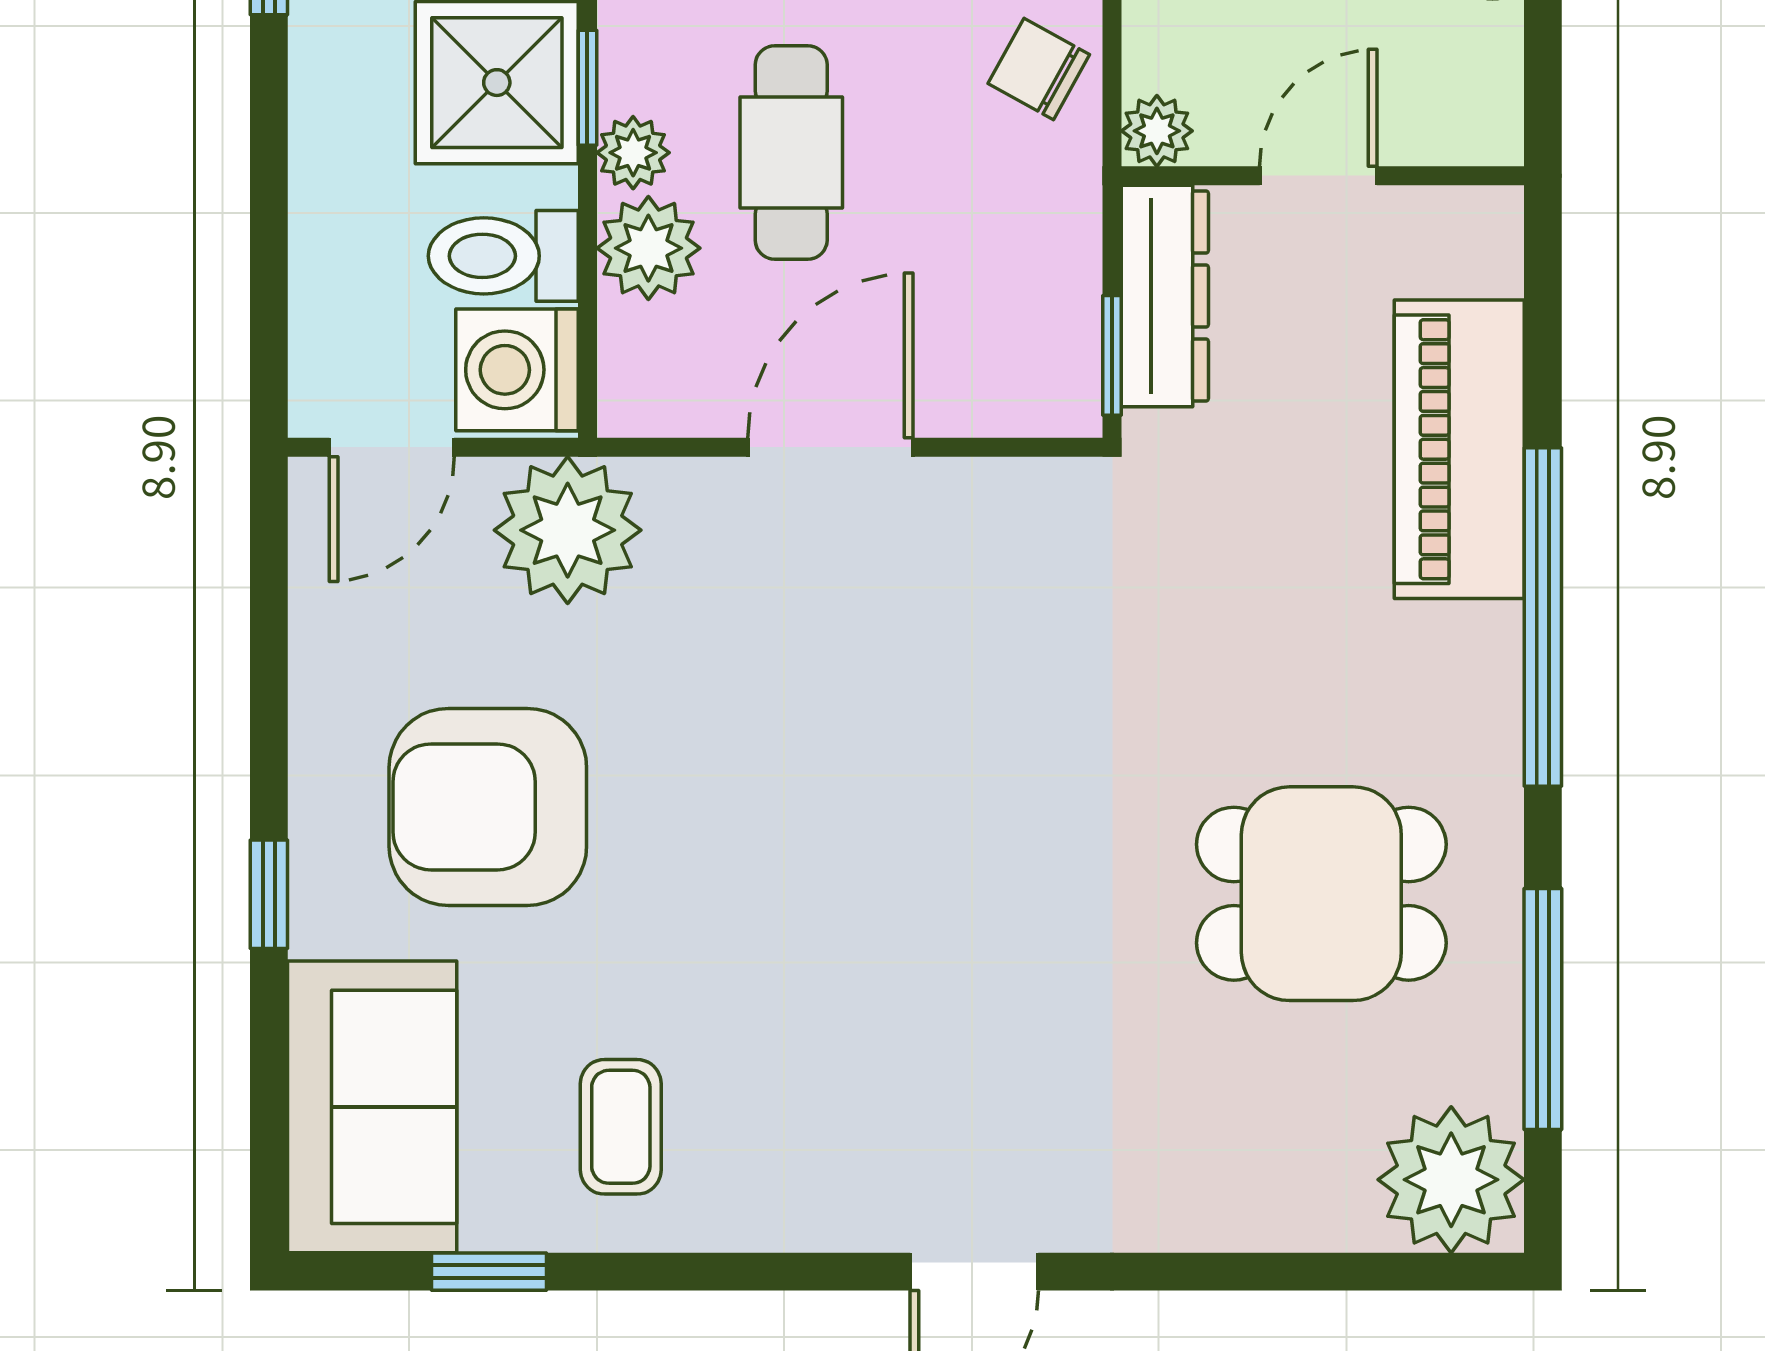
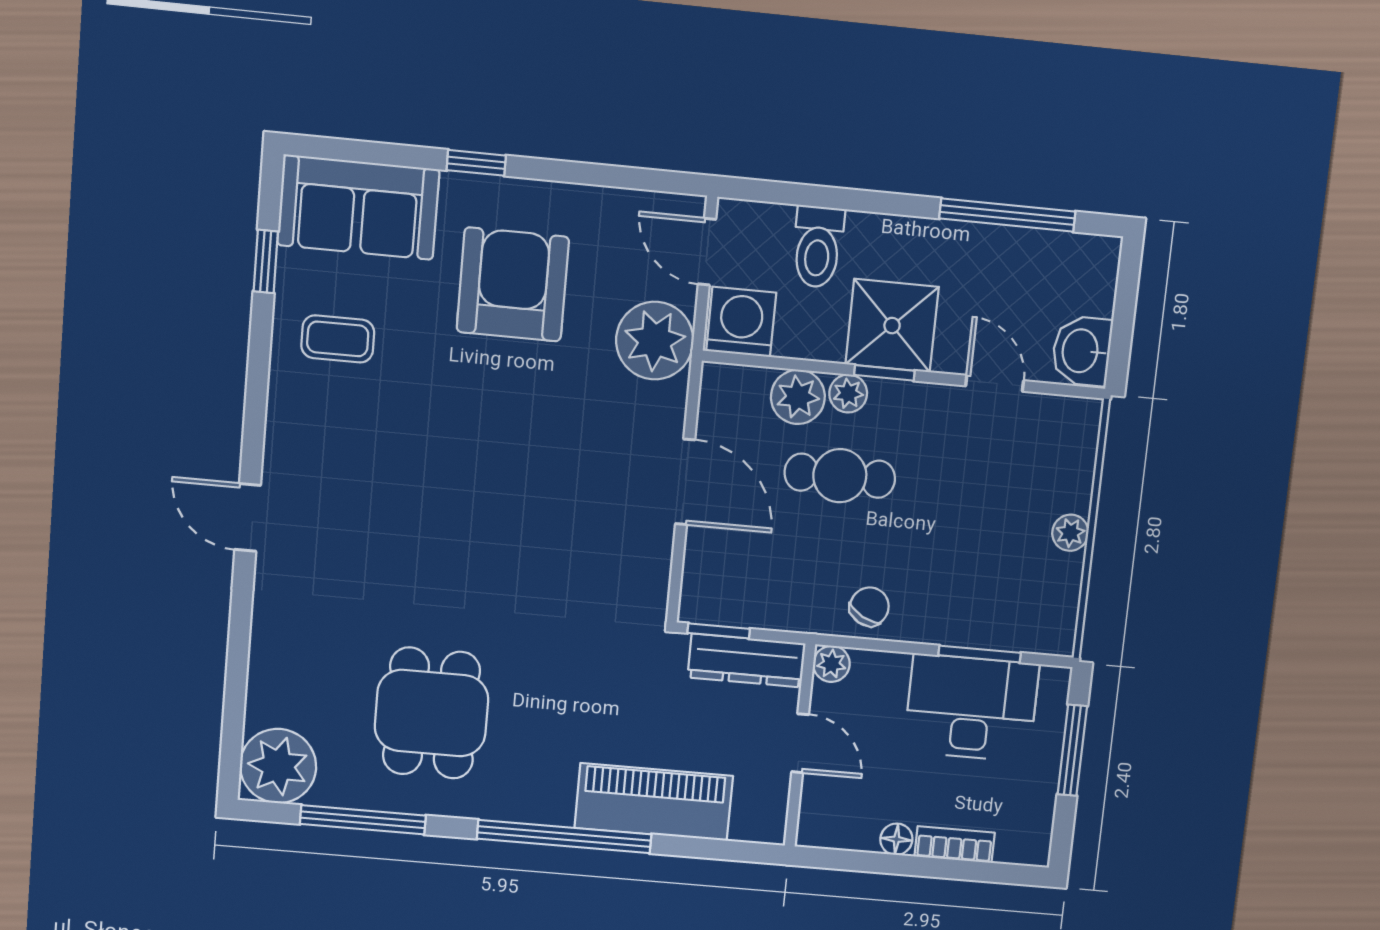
toilet: (503, 256) -> (818, 247), moved, turned 180

